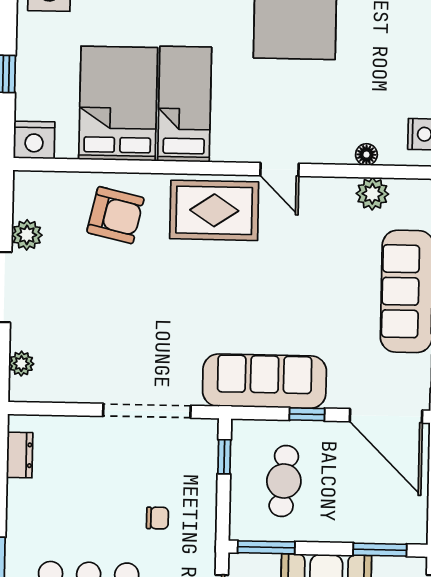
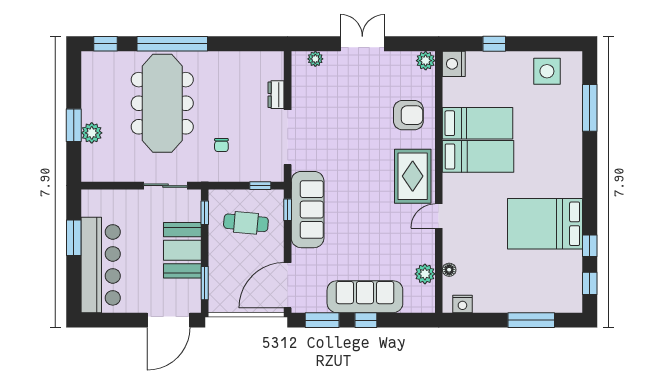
bed: (118, 103) -> (478, 123), width x0.67
armchair: (115, 215) -> (408, 115), turned -103
plant: (27, 235) -> (426, 61), moved
window: (307, 414) -> (288, 210), moved
dresser: (20, 455) -> (276, 95), moved, turned 90
window: (266, 547) -> (205, 213), width x0.67

